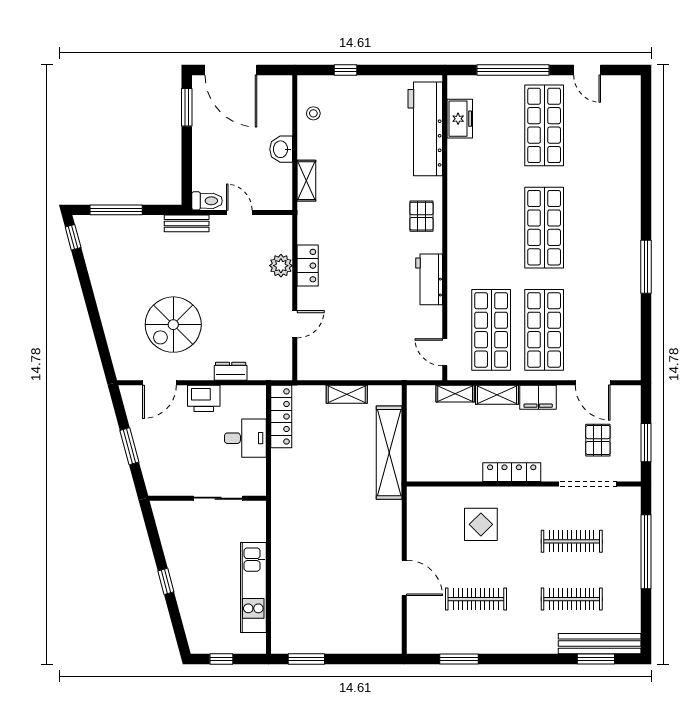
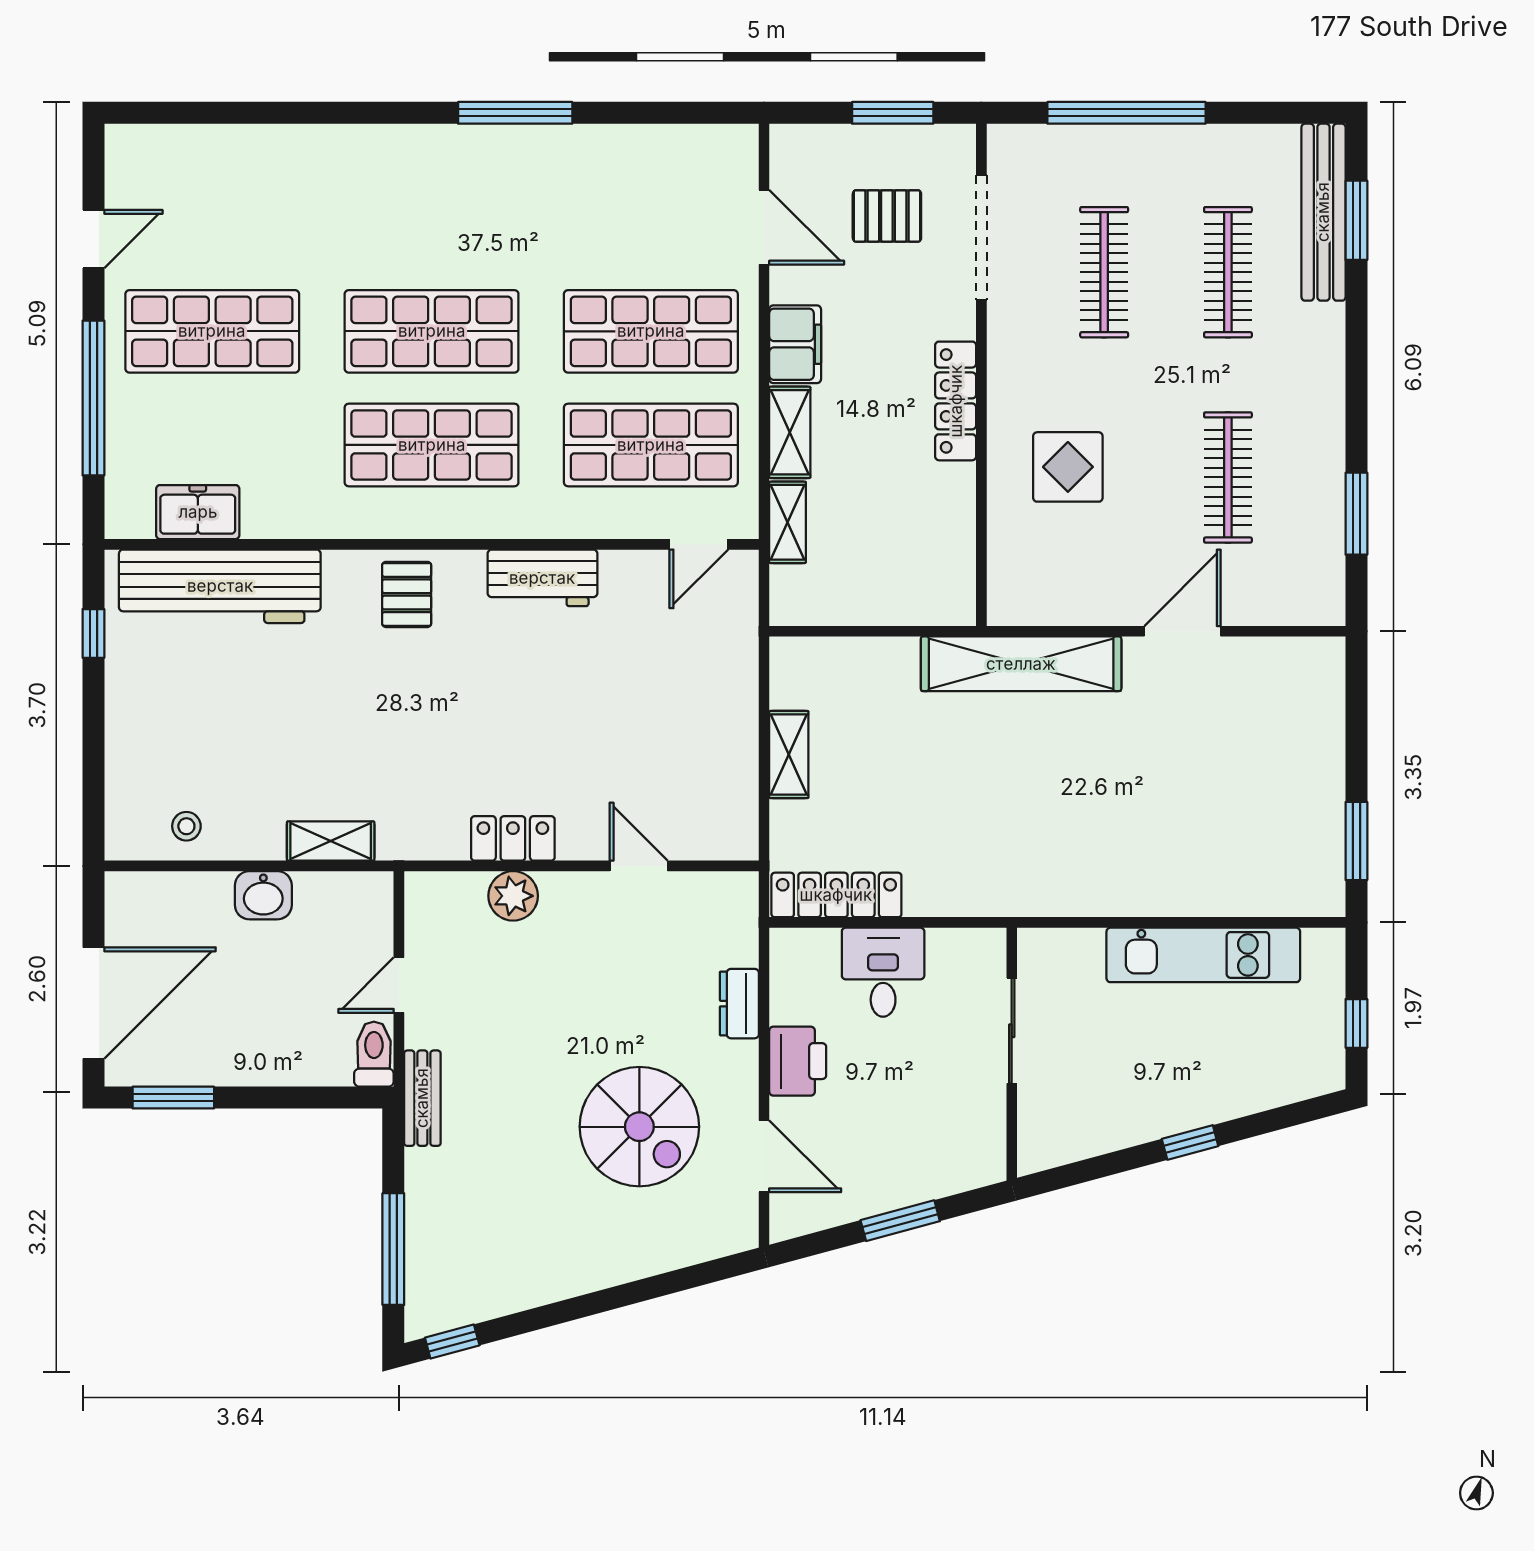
window: (346, 70) -> (93, 633), moved
pallet: (421, 216) -> (407, 594), turned 90
shop shelf: (491, 228) -> (432, 445), added
door: (593, 383) -> (764, 227), hinge flipped
shelving: (389, 453) -> (1021, 664), moved

